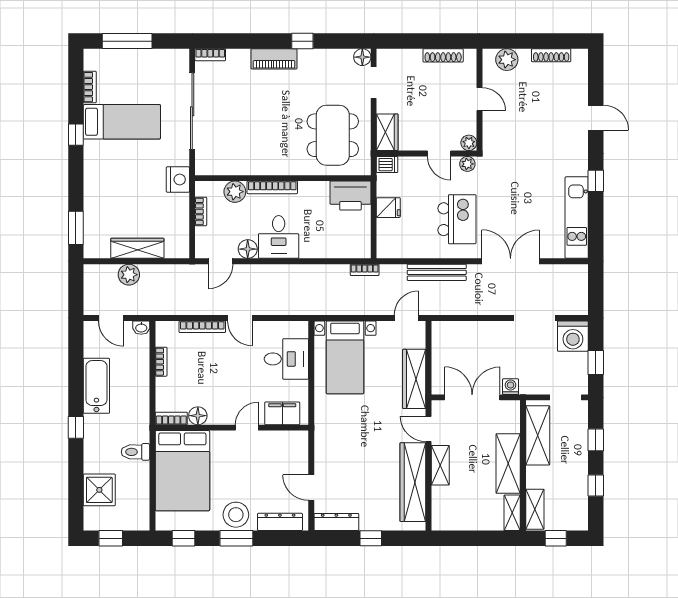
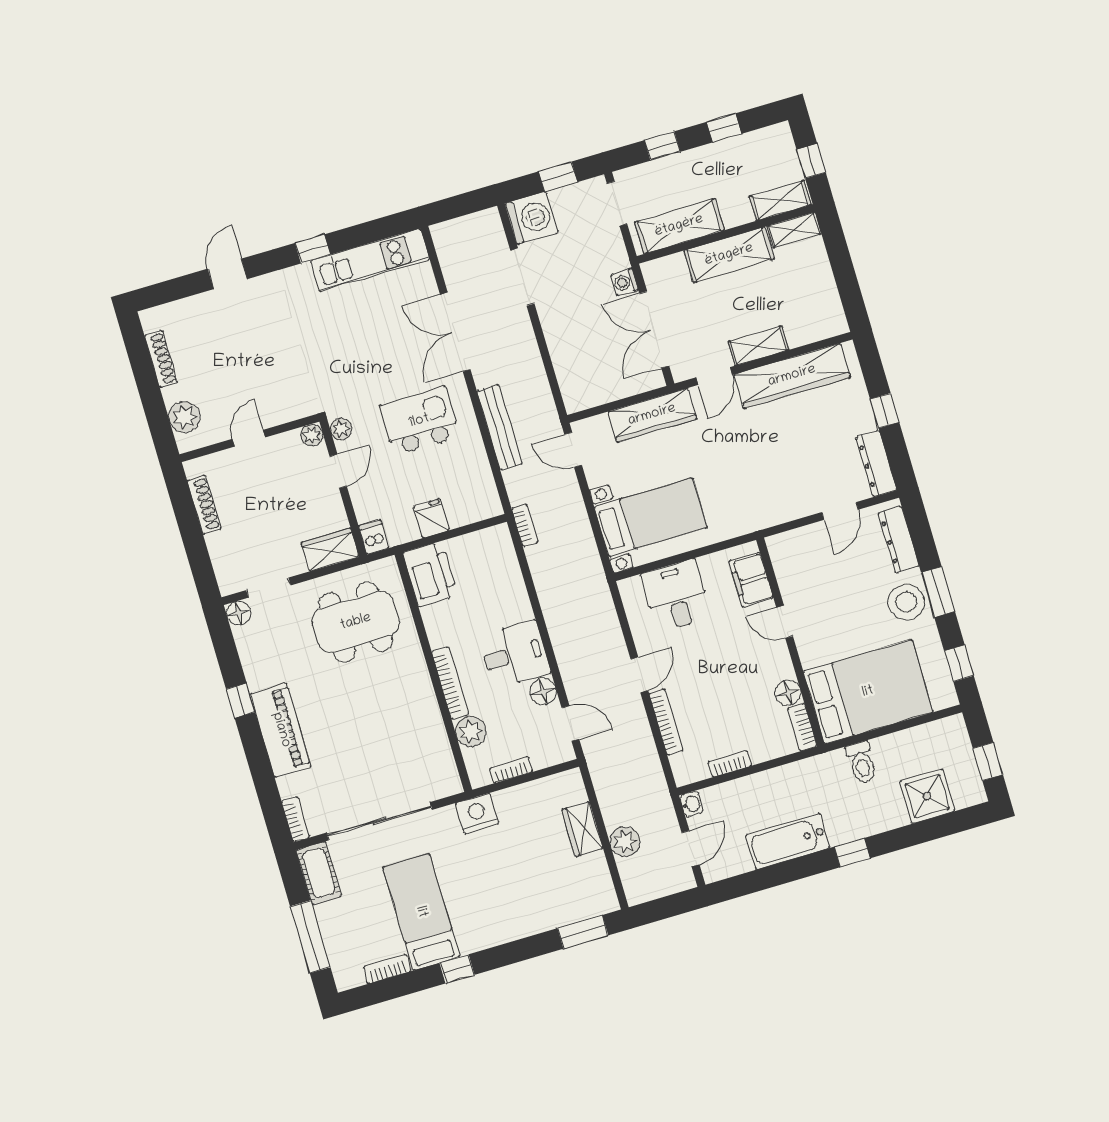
piano: (274, 59) -> (281, 730), width x1.37, depth x1.33
cot: (169, 60) -> (319, 873), added
wardrobe: (137, 248) -> (582, 829), width x0.67

